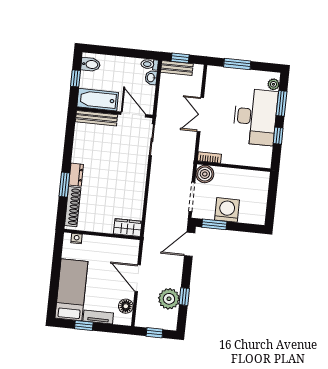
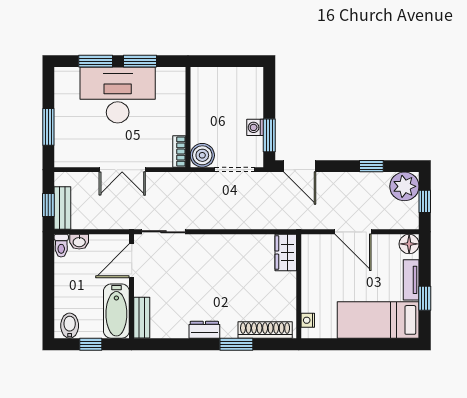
plant: (273, 84) -> (71, 75), removed
bench: (96, 118) -> (142, 318), width x0.73
window: (278, 136) -> (140, 61), width x1.50
dresser: (76, 175) -> (204, 330), moved
washing machine: (227, 210) -> (255, 127), width x0.53, depth x0.53
door: (138, 278) -> (353, 232), hinge flipped
plant: (169, 299) -> (404, 186), moved
floor lamp: (126, 306) -> (409, 244), moved

